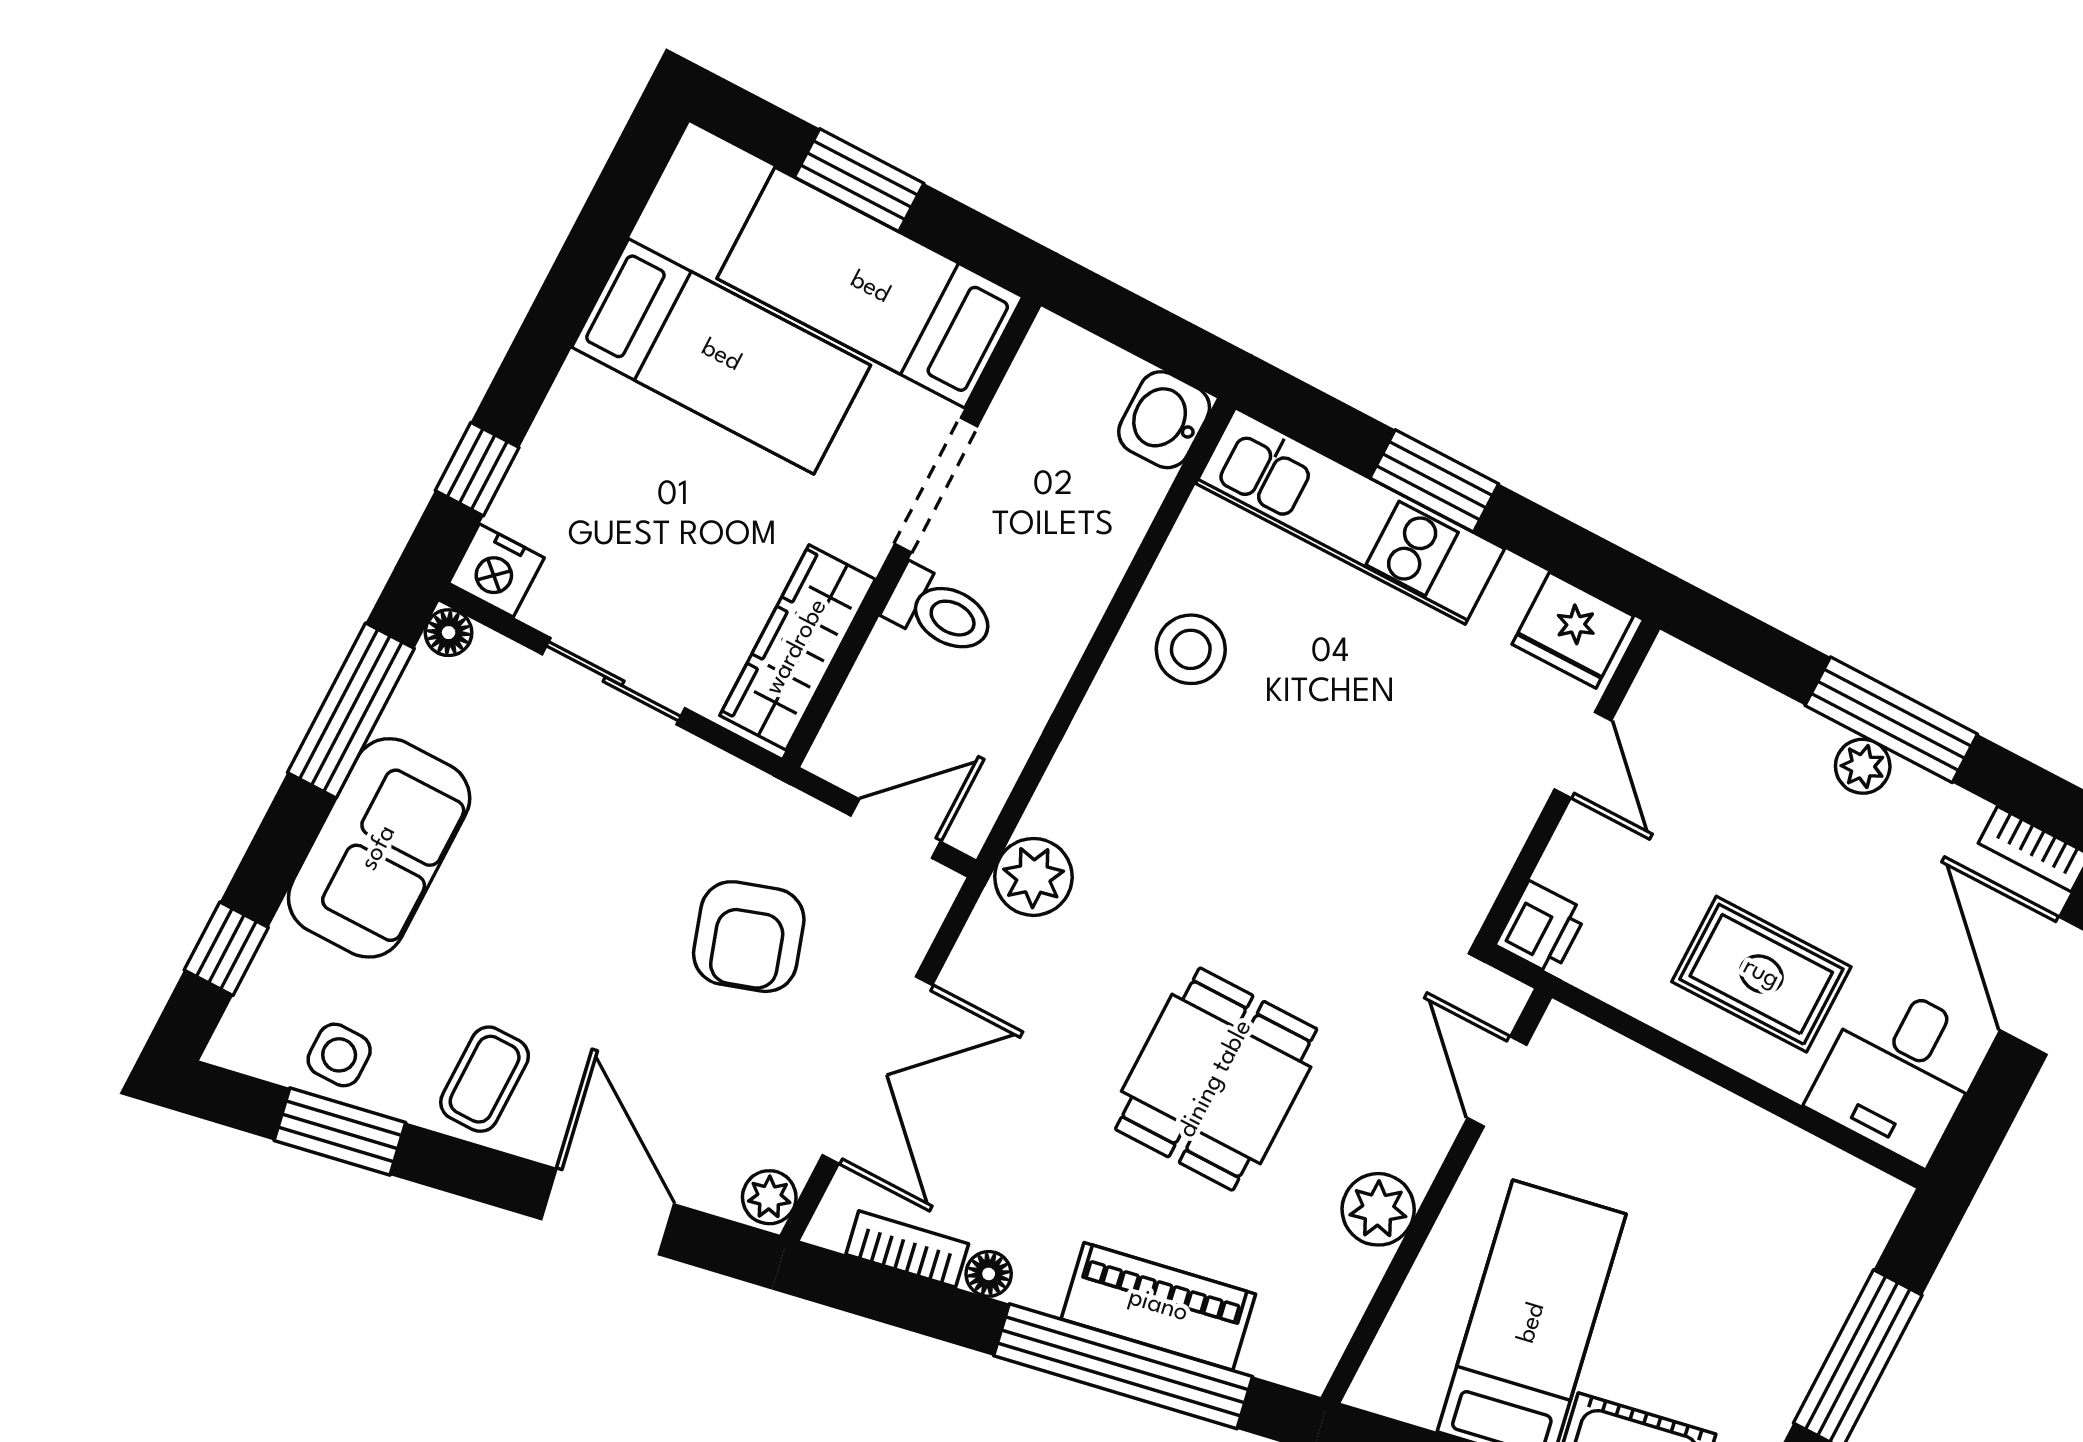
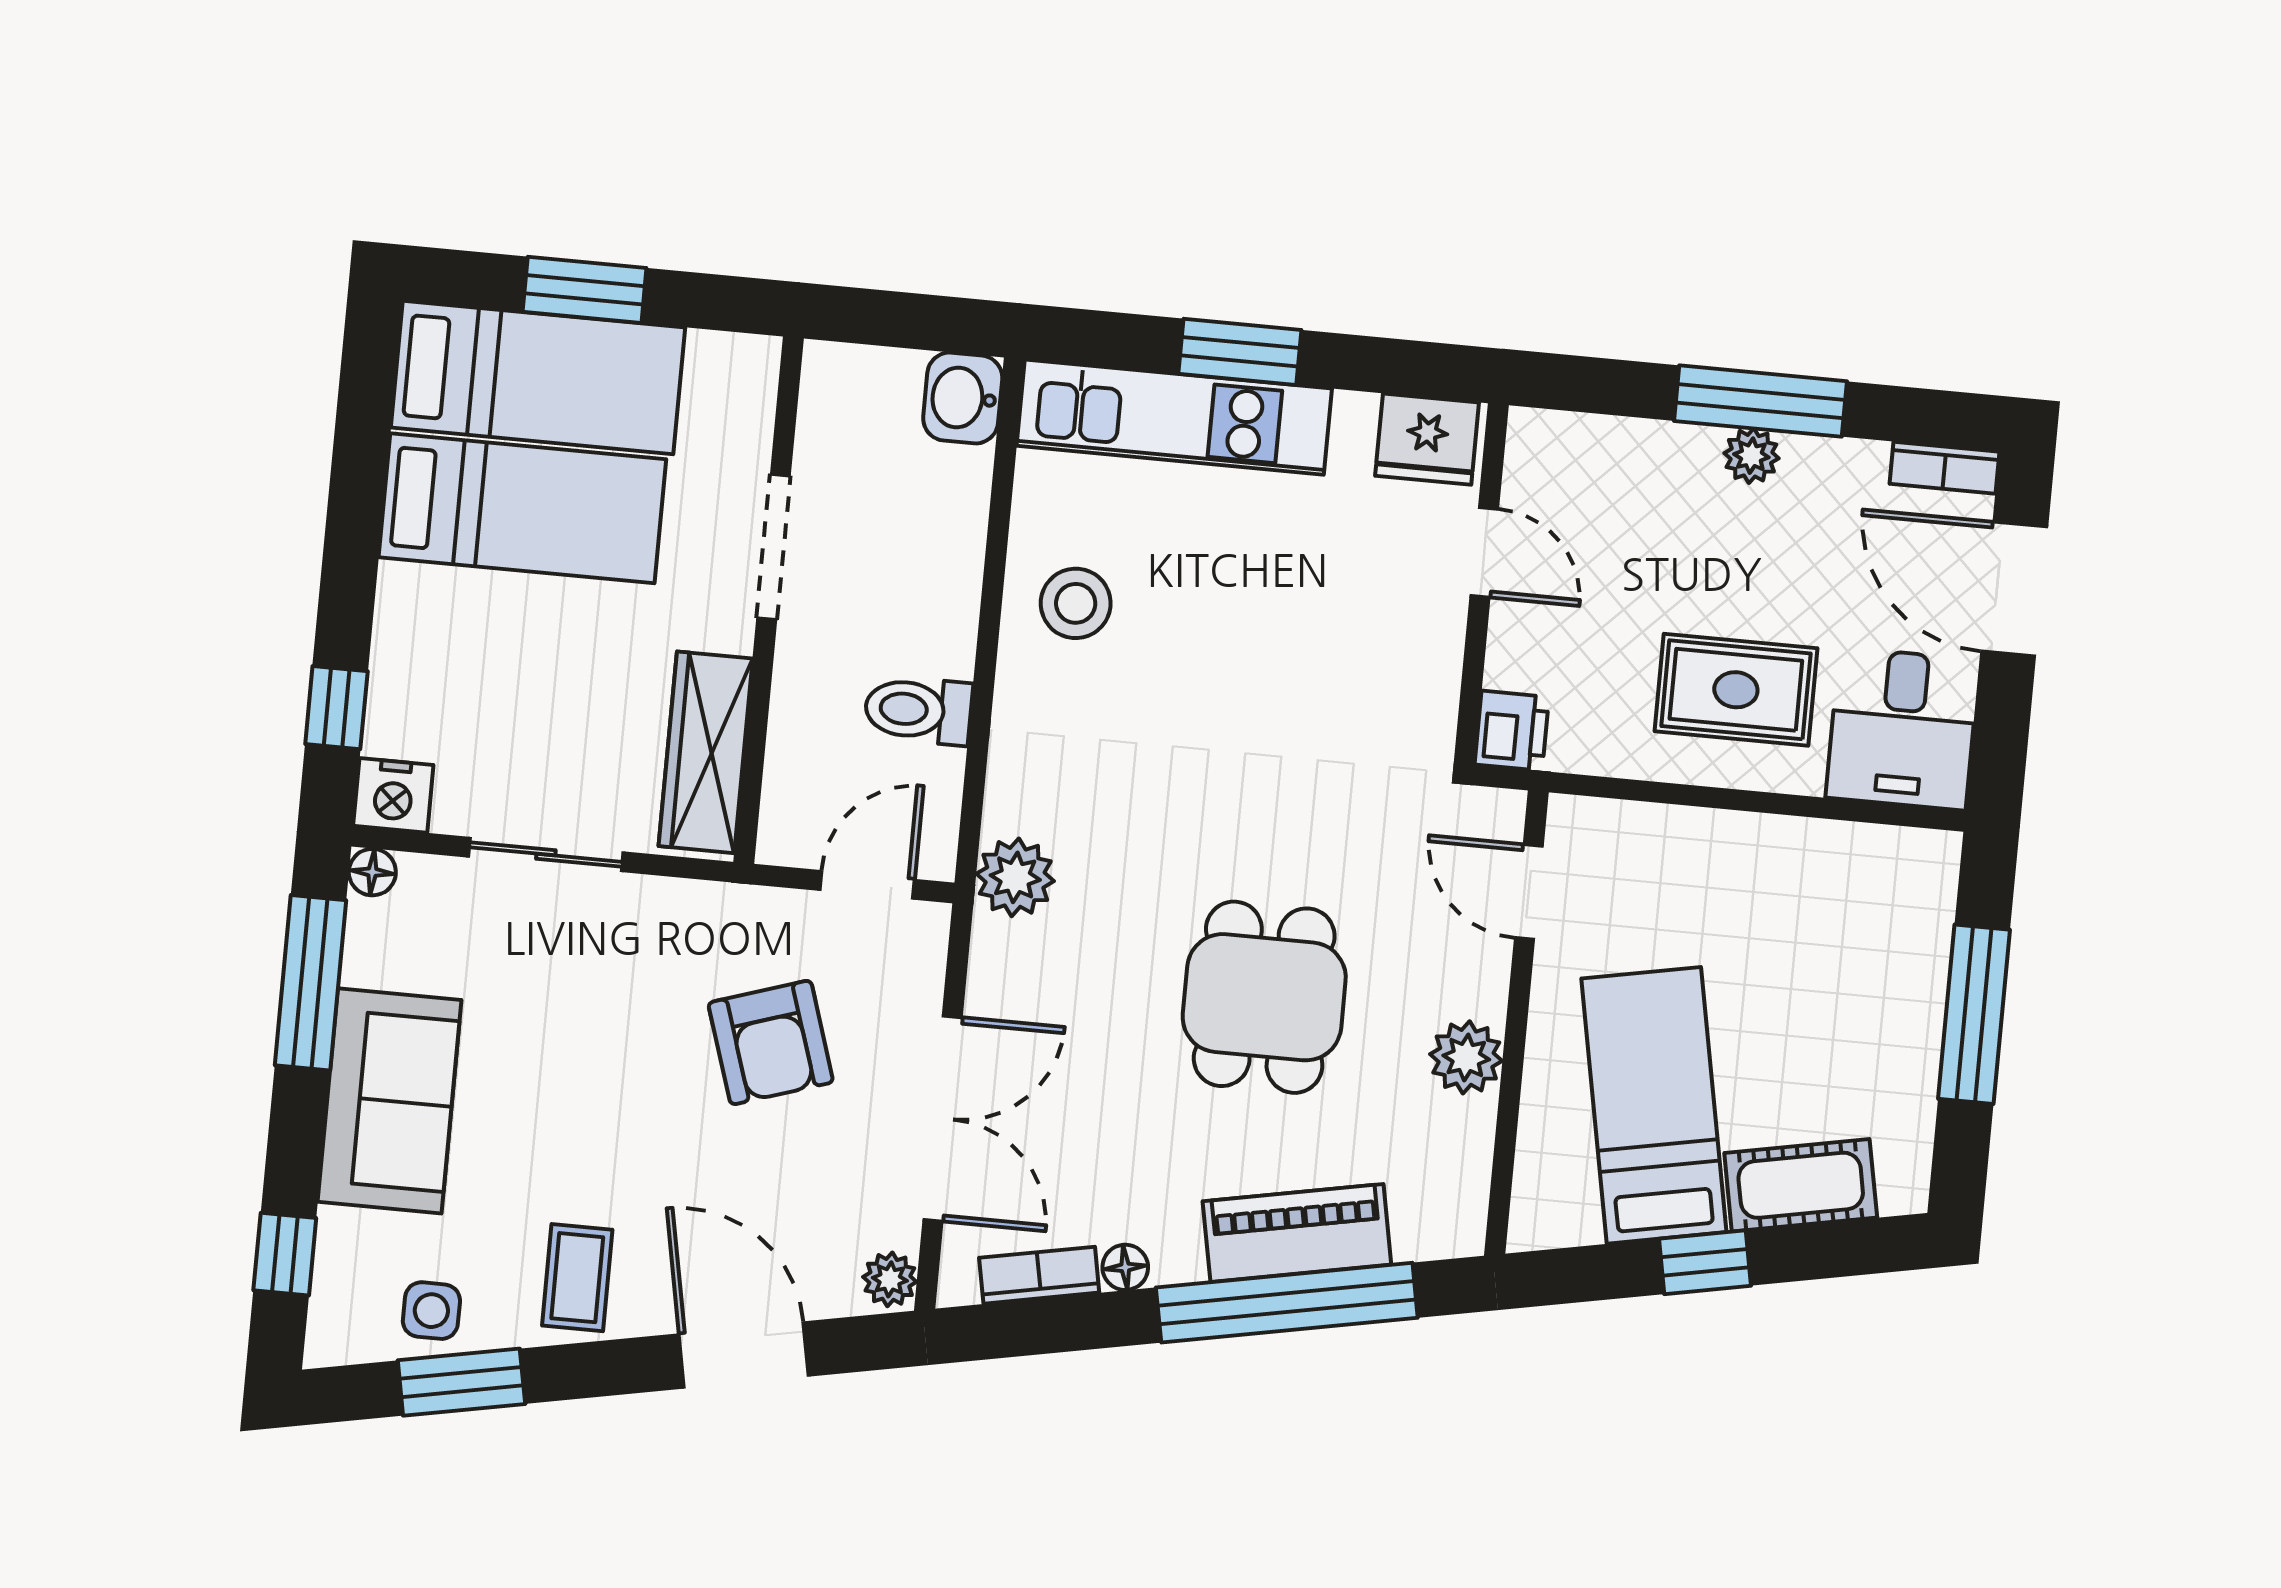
bed: (870, 288) -> (538, 377), moved, turned 180
toilet: (940, 611) -> (918, 710), moved, turned 180

